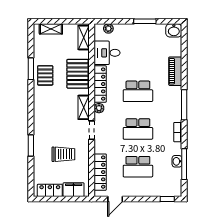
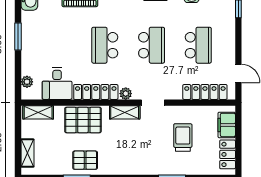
school desk: (138, 91) -> (105, 45), turned 180

